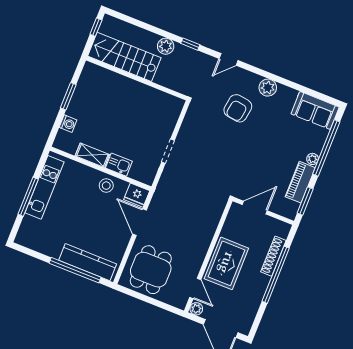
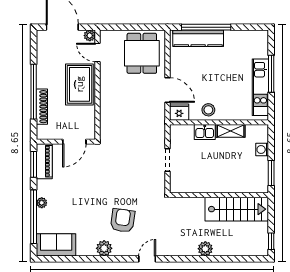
window: (190, 44) -> (185, 259), removed
stairs: (124, 57) -> (237, 209), moved
wall: (137, 78) -> (219, 195), moved
piano: (300, 182) -> (44, 161), moved

